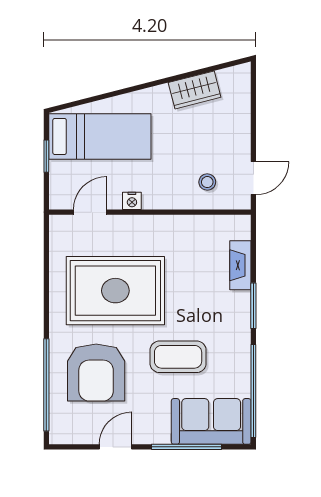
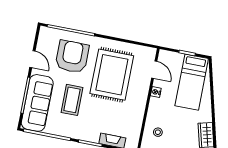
armchair: (96, 373) -> (72, 57), turned 90
sofa: (211, 421) -> (37, 103), width x1.36

